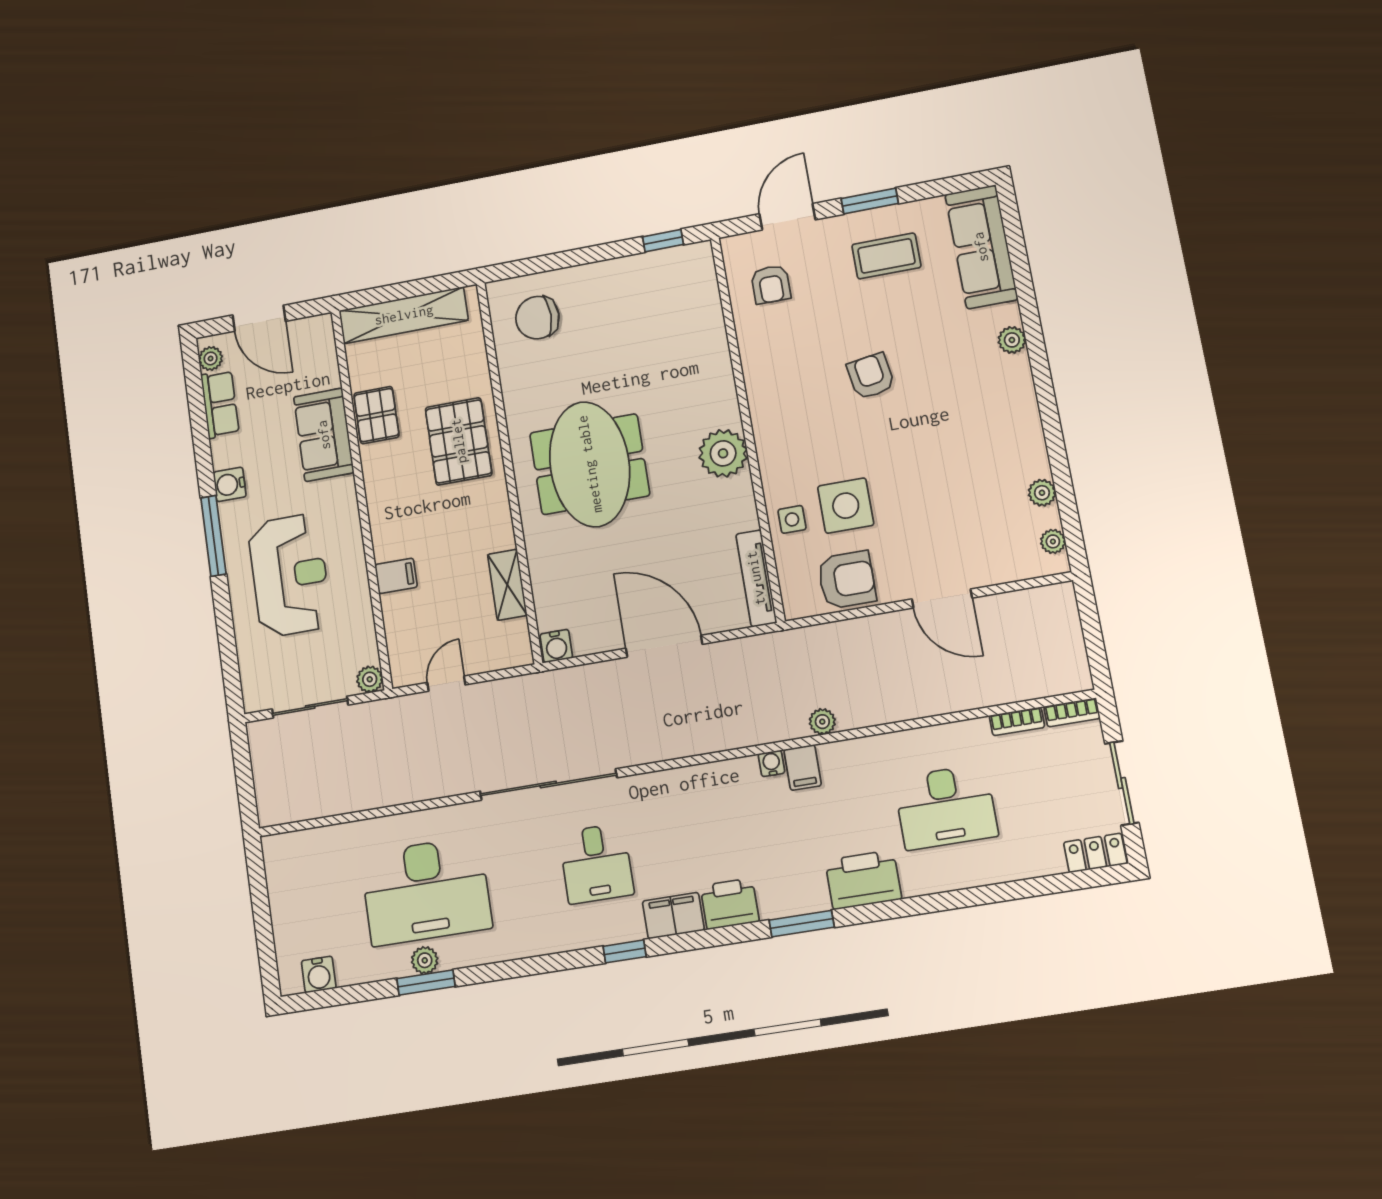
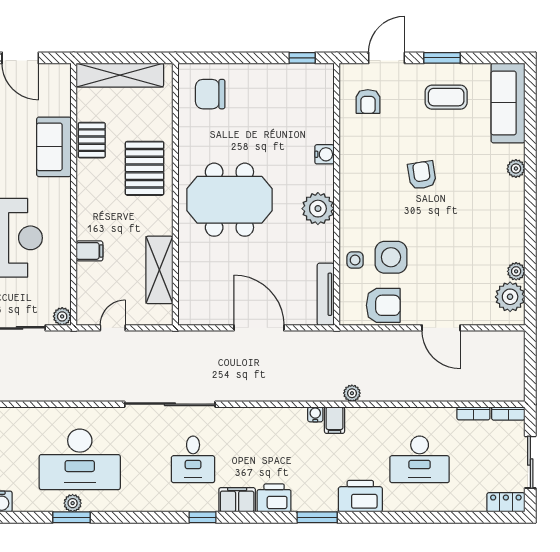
meeting table: (590, 464) -> (229, 200), turned 90
plant: (1053, 541) -> (510, 297), width x1.87, depth x1.87
shelving: (507, 585) -> (159, 270), width x1.50, depth x1.33
water cooler: (556, 646) -> (324, 154), moved, turned -90

